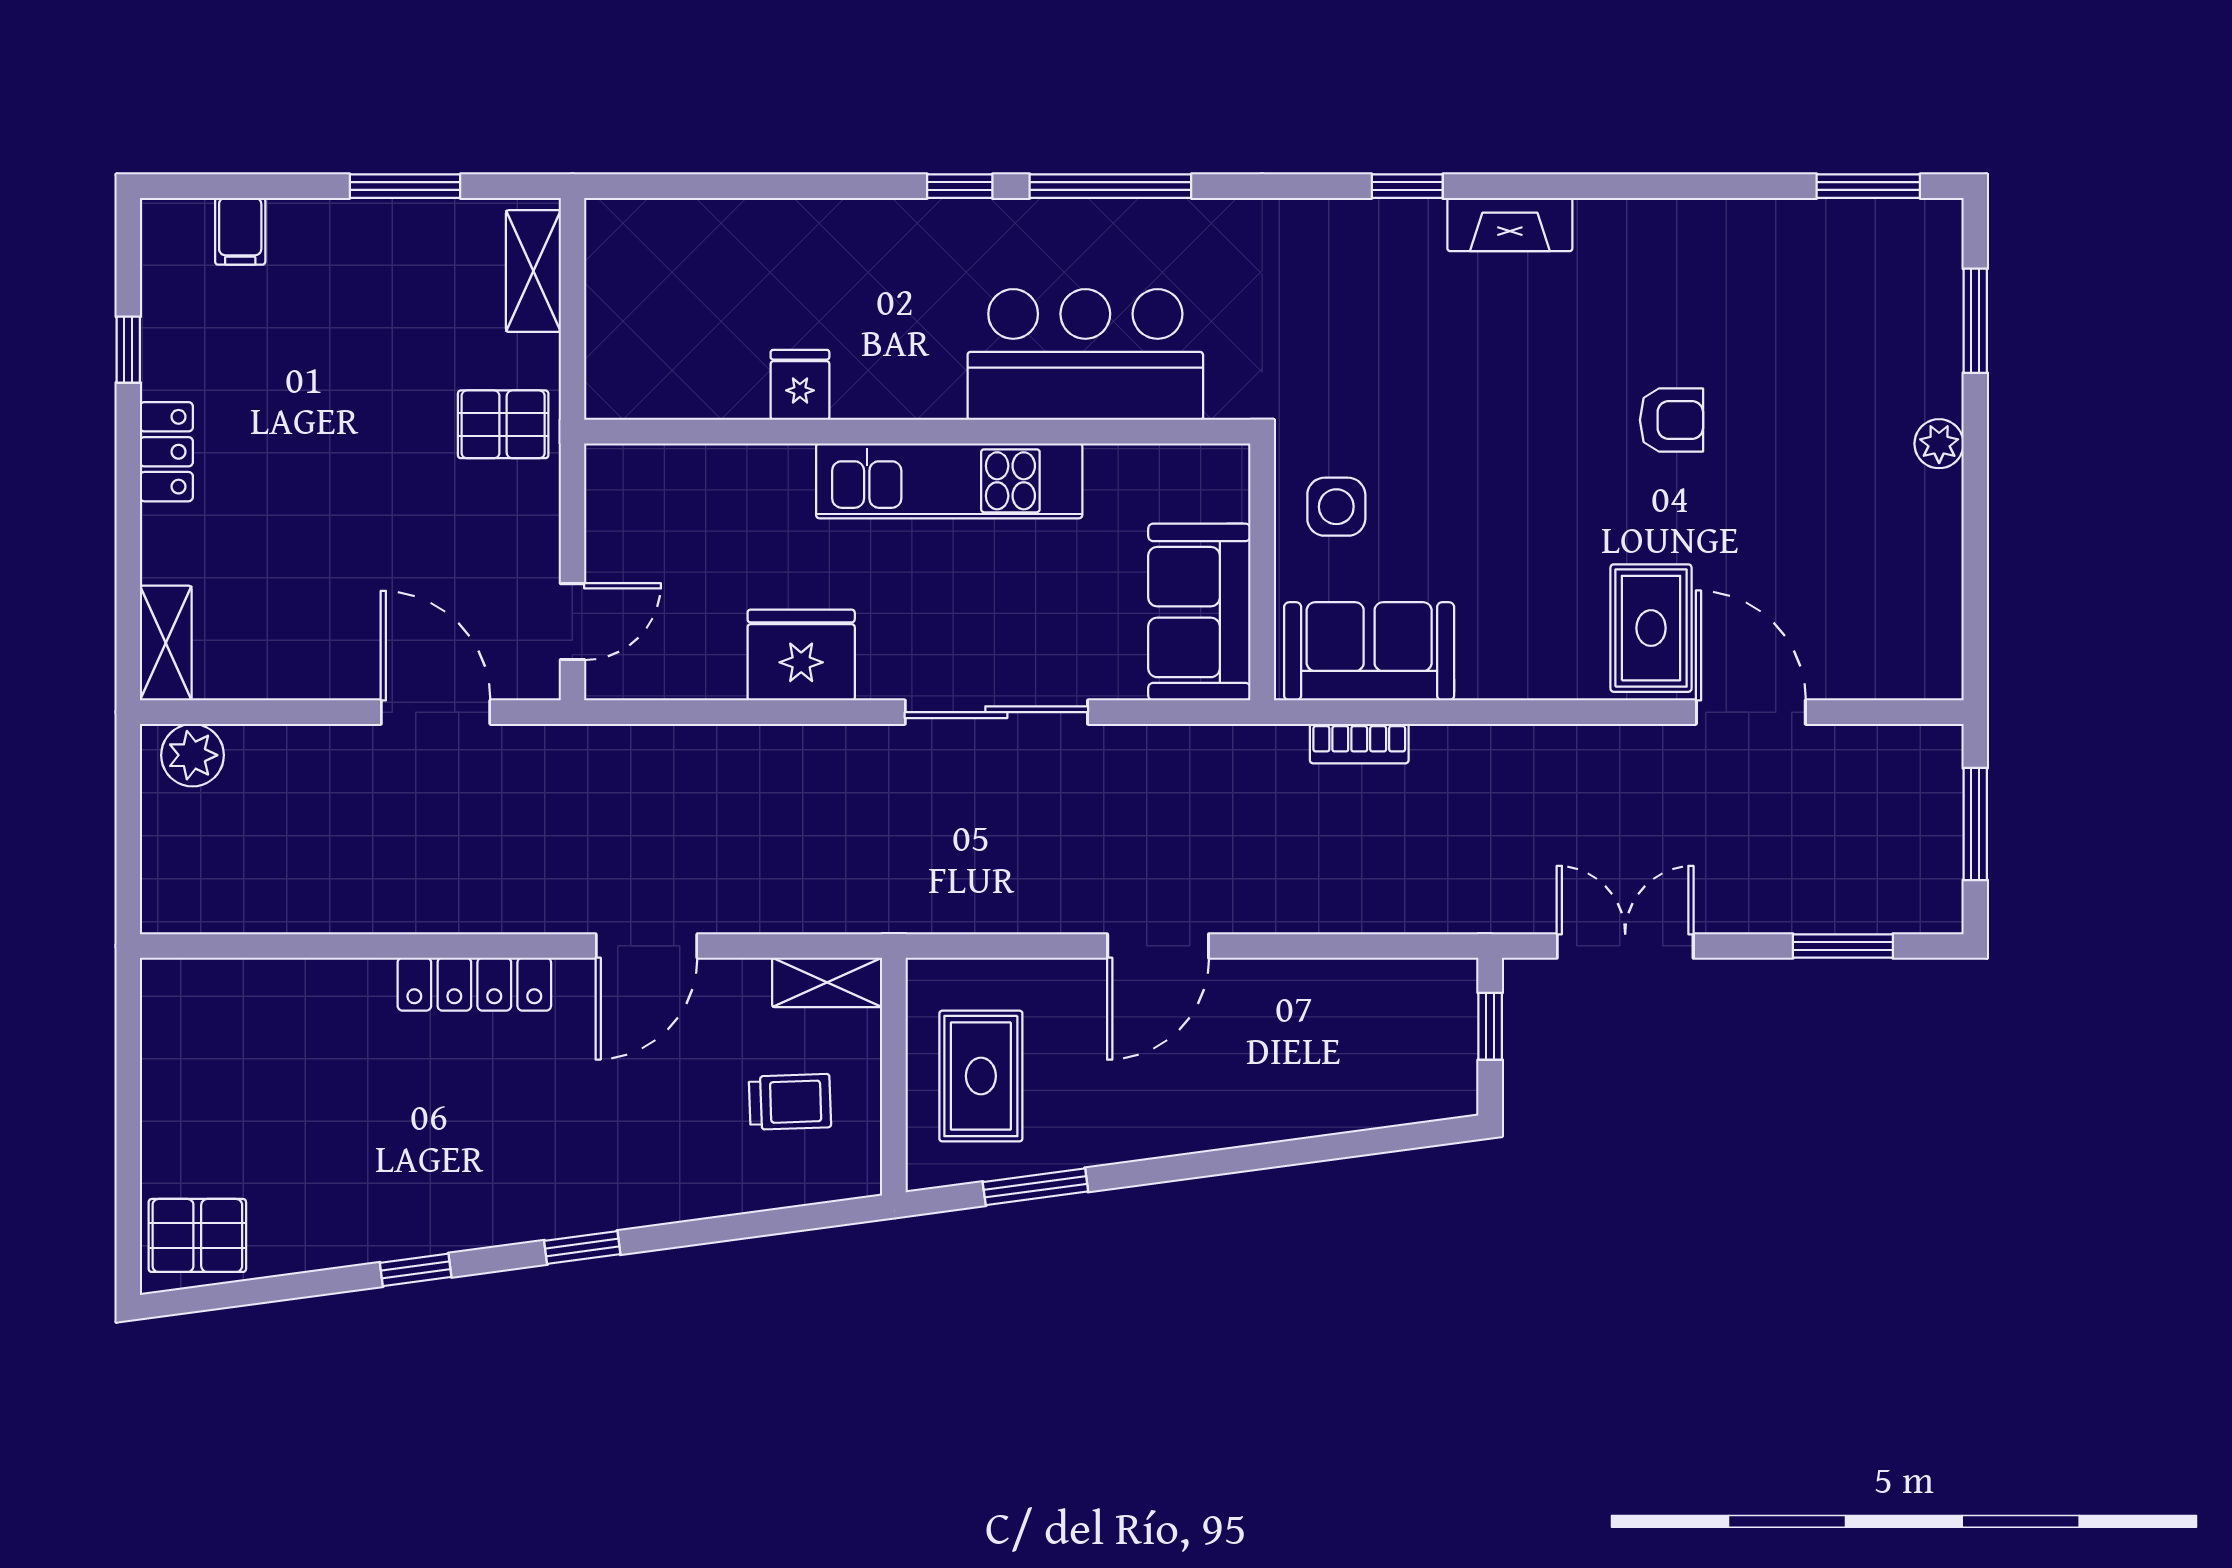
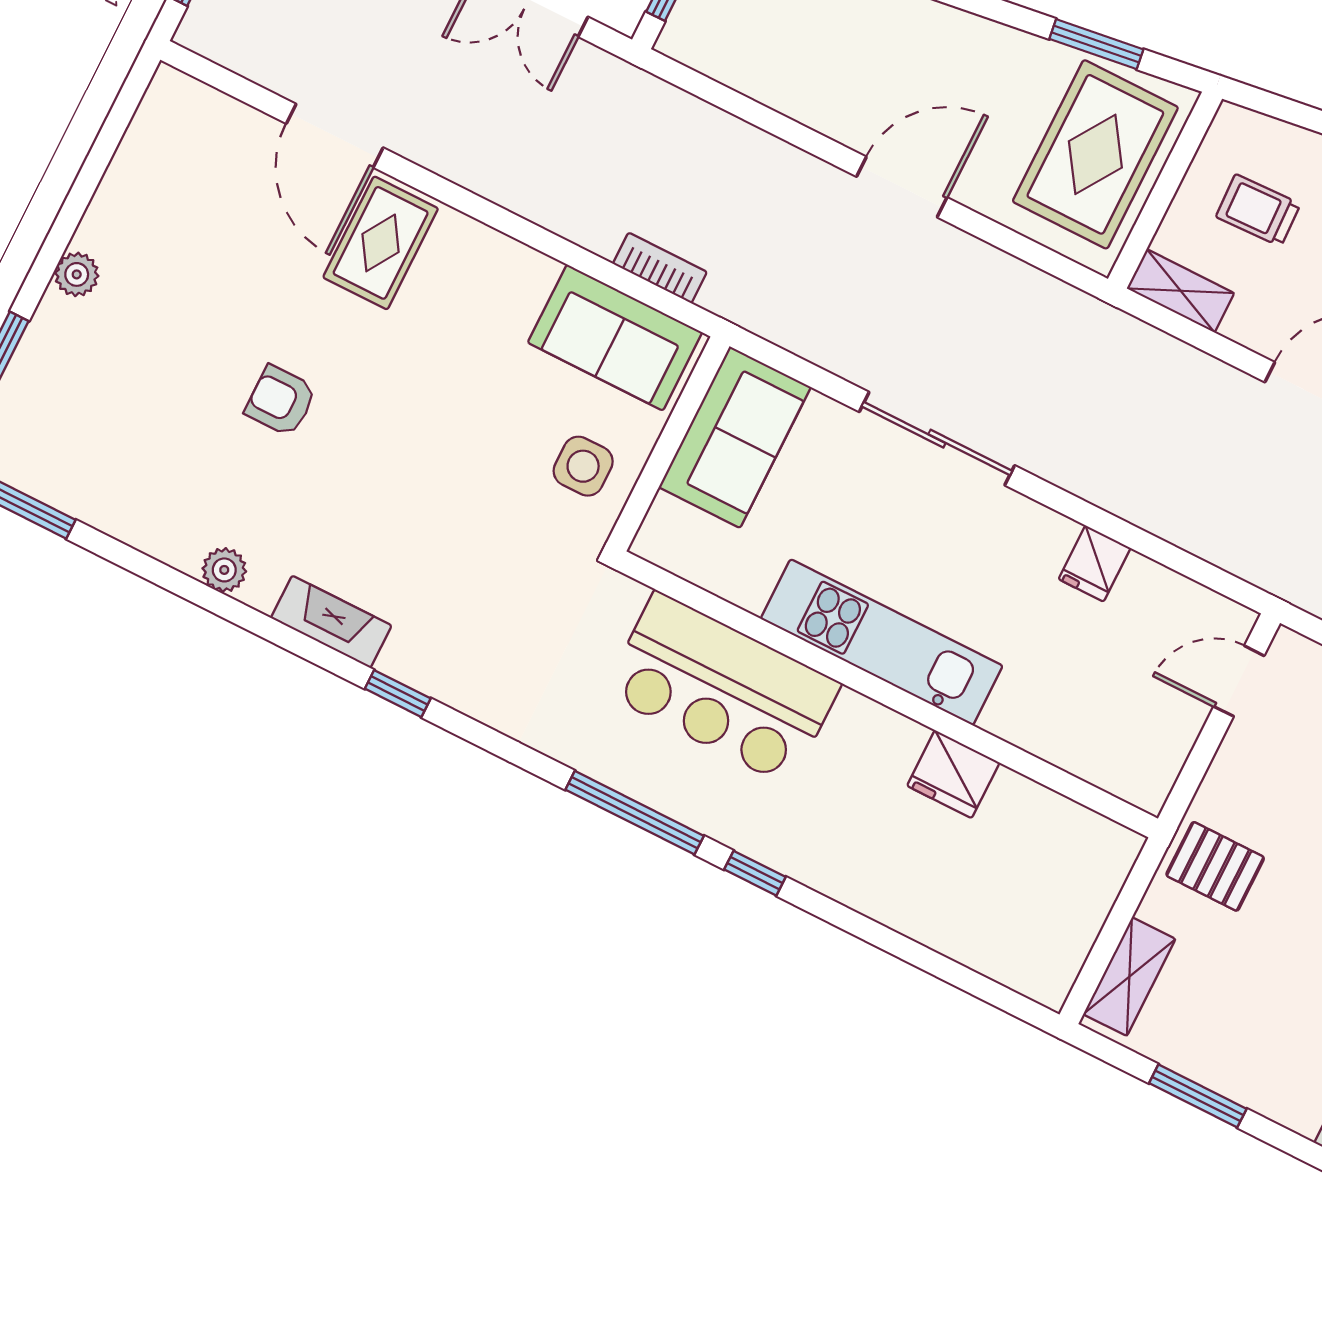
plant: (1643, 222) -> (224, 570), added
fridge: (800, 385) -> (953, 774), width x1.38
fridge: (801, 655) -> (1095, 564), width x0.53, depth x0.75
rug: (981, 1076) -> (1095, 154), width x1.36, depth x1.43

